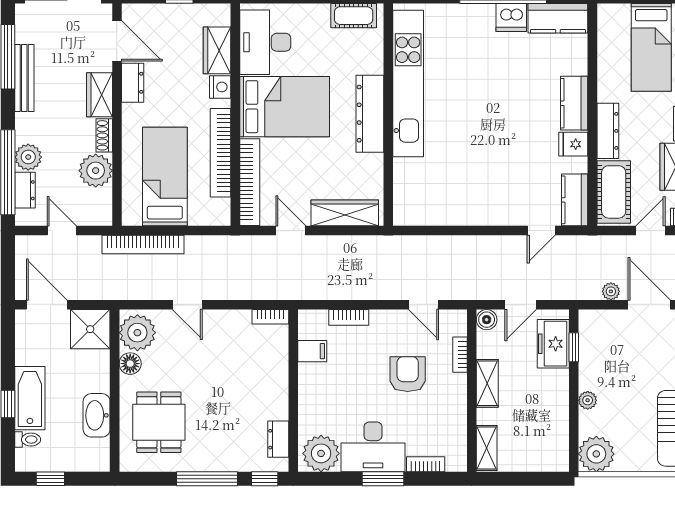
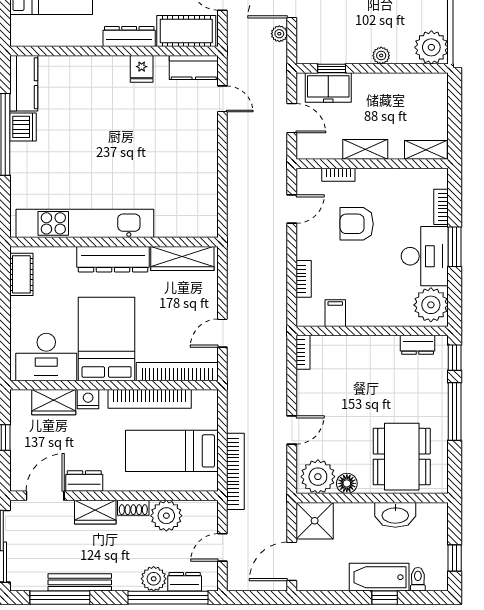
kitchen counter: (574, 103) -> (103, 68), removed
wardrobe: (345, 213) -> (182, 258), moved, turned -90
boiler: (487, 320) -> (306, 150), removed
dining table: (159, 422) -> (402, 457), width x1.37

